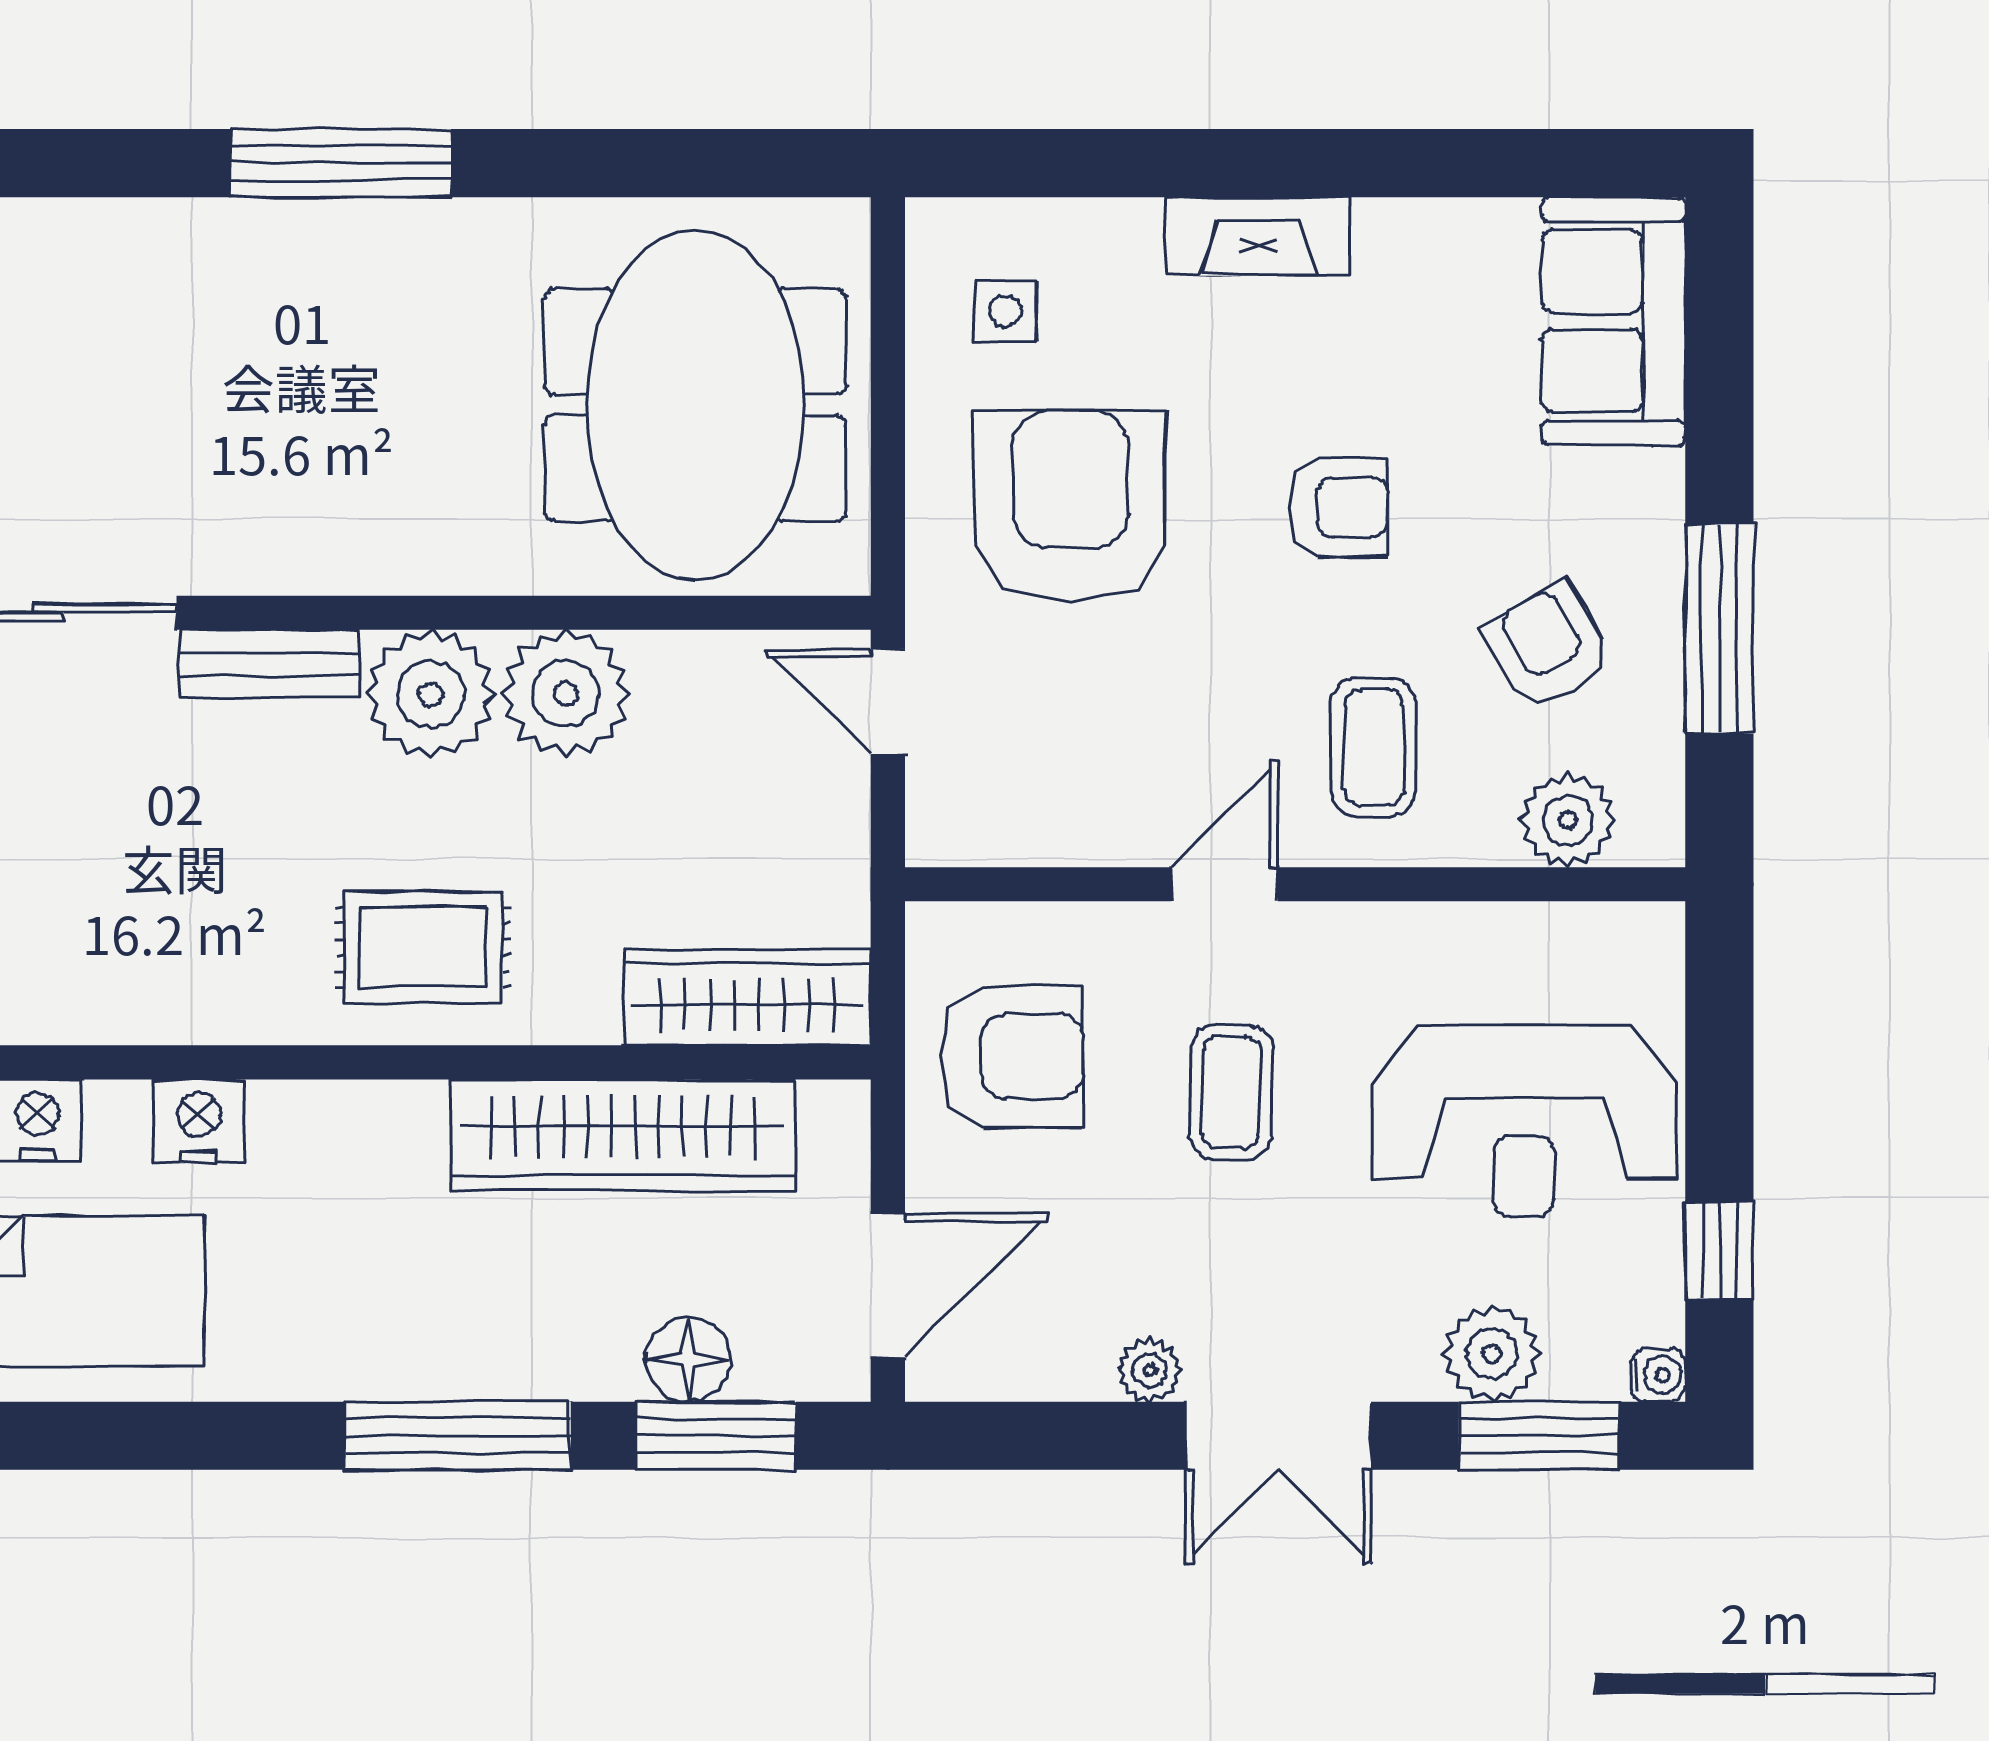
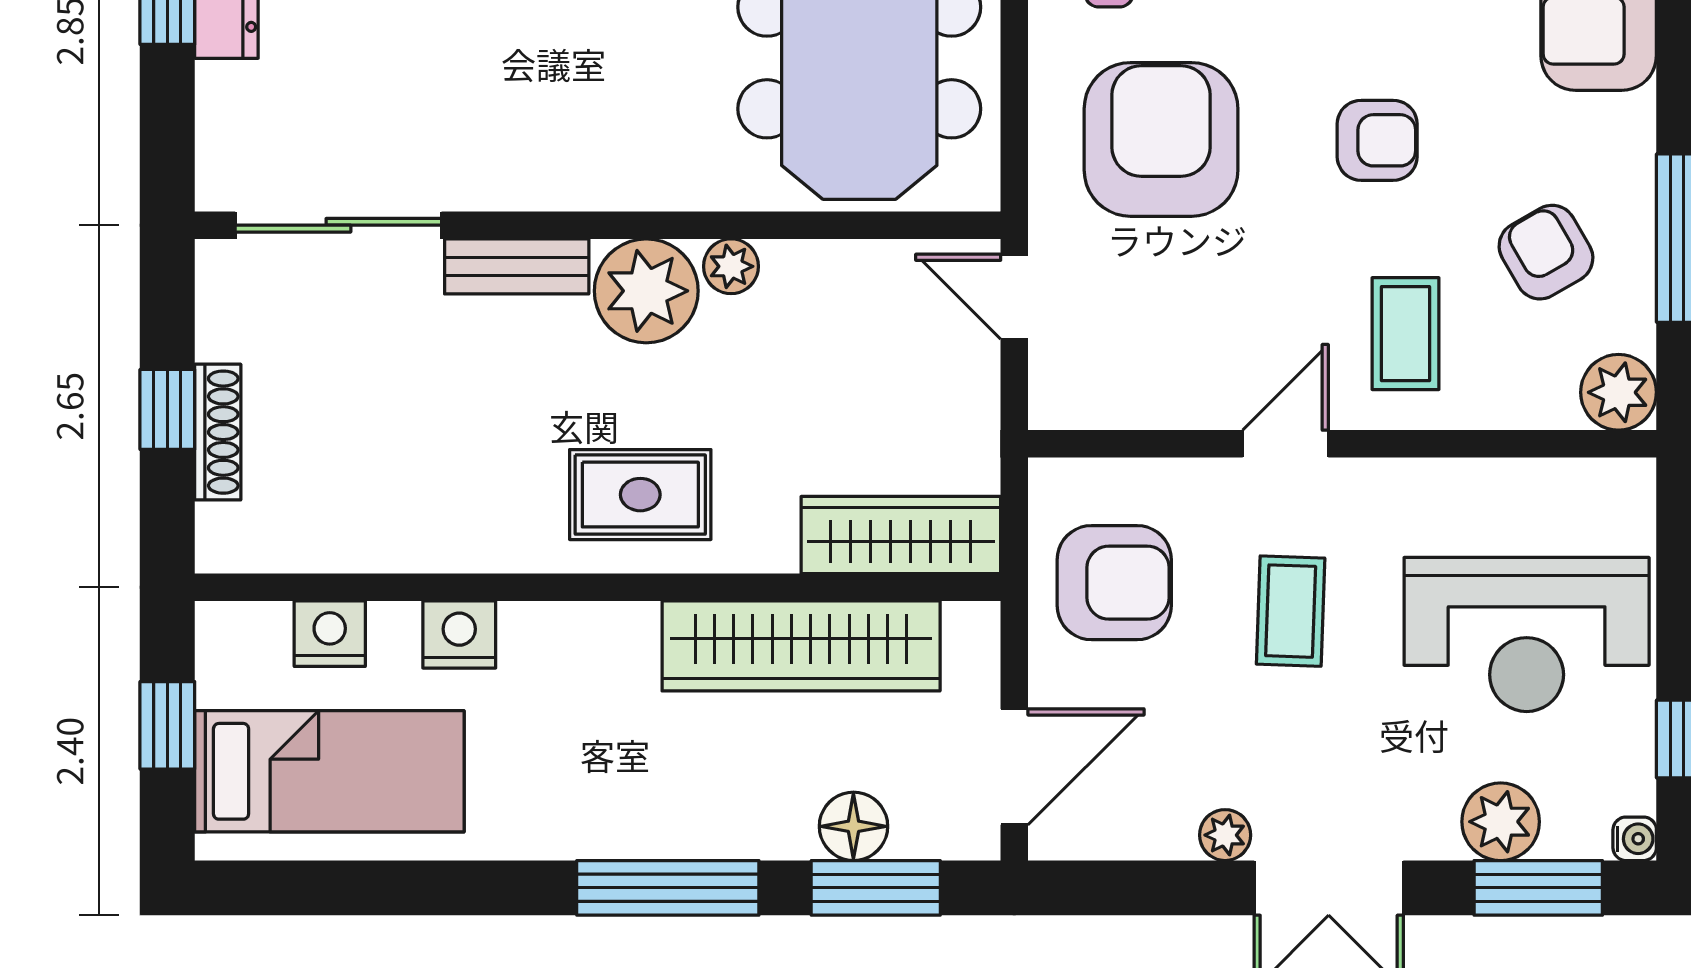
plant: (566, 693) -> (731, 266), width x0.53, depth x0.53
plant: (1568, 820) -> (1619, 392), moved

